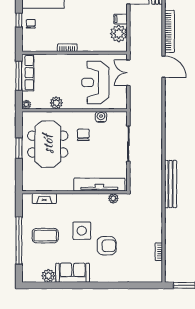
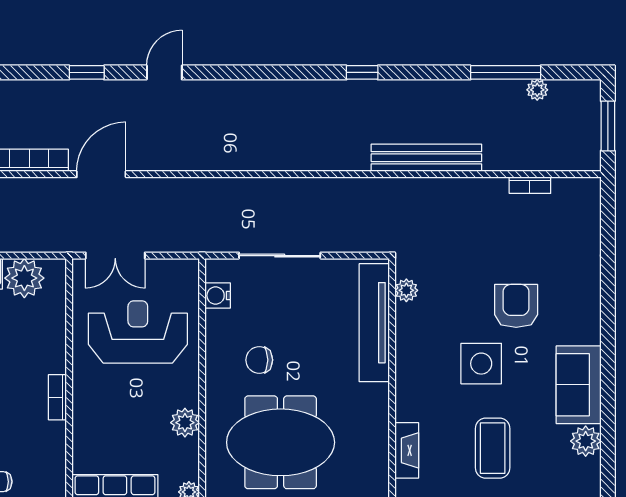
reception desk: (95, 82) -> (138, 332), turned 180
water cooler: (101, 117) -> (218, 296), moved
bench: (171, 184) -> (426, 158), moved

